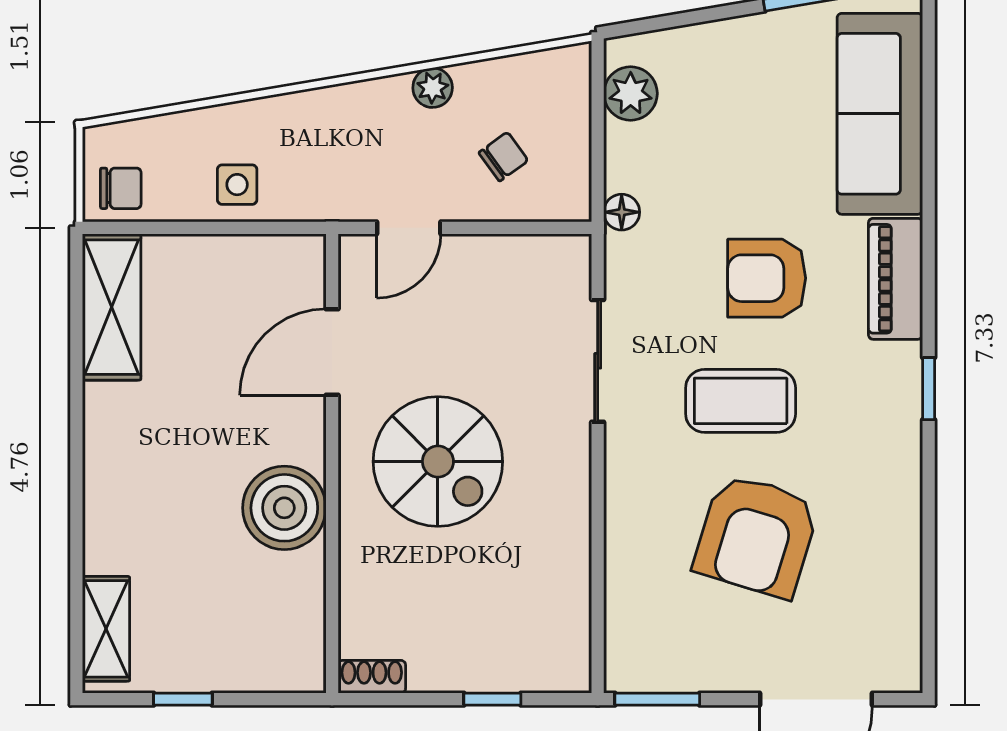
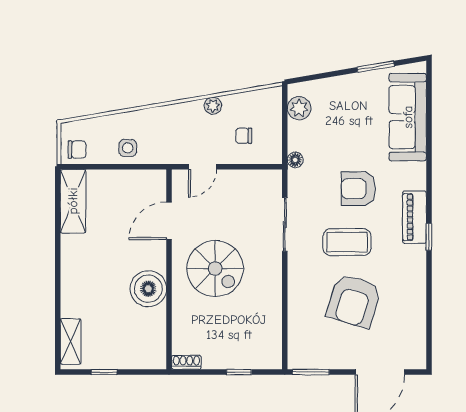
chair: (503, 157) -> (244, 136), turned -144
piano: (896, 279) -> (414, 217), moved

